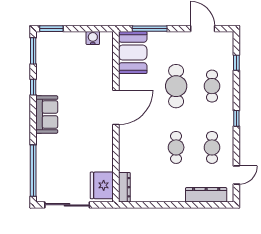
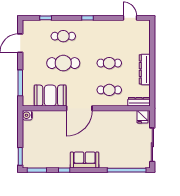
water cooler: (93, 38) -> (27, 115), moved
booth: (133, 52) -> (50, 96), moved
door: (116, 107) -> (79, 108), swing flipped
cafe table: (212, 147) -> (109, 90), moved
fridge: (102, 185) -> (142, 117), width x0.53, depth x0.75
dresser: (206, 195) -> (145, 69), moved

